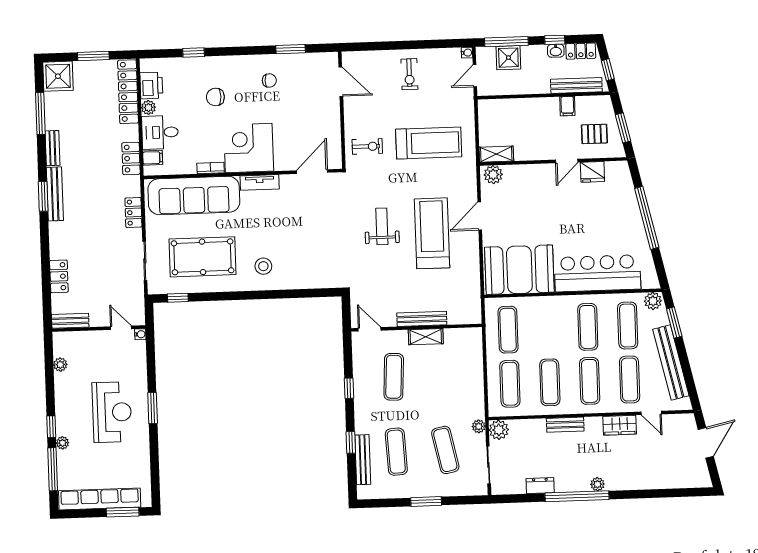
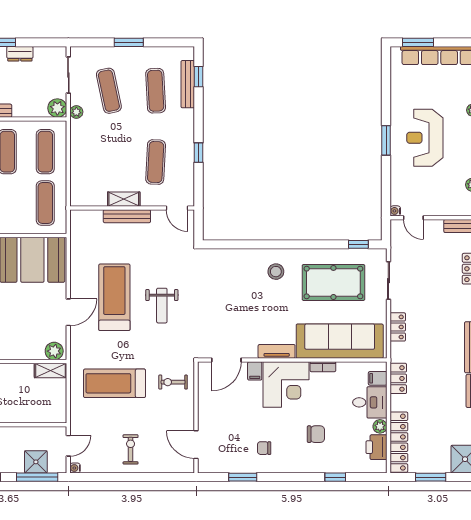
filing cabinet: (282, 161) -> (255, 371), added
treadmill: (432, 233) -> (114, 297), turned 180
window: (351, 442) -> (198, 77), moved

